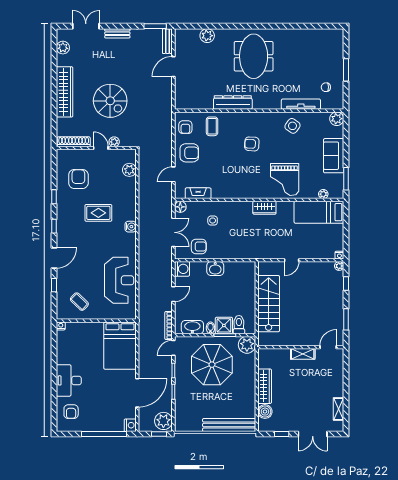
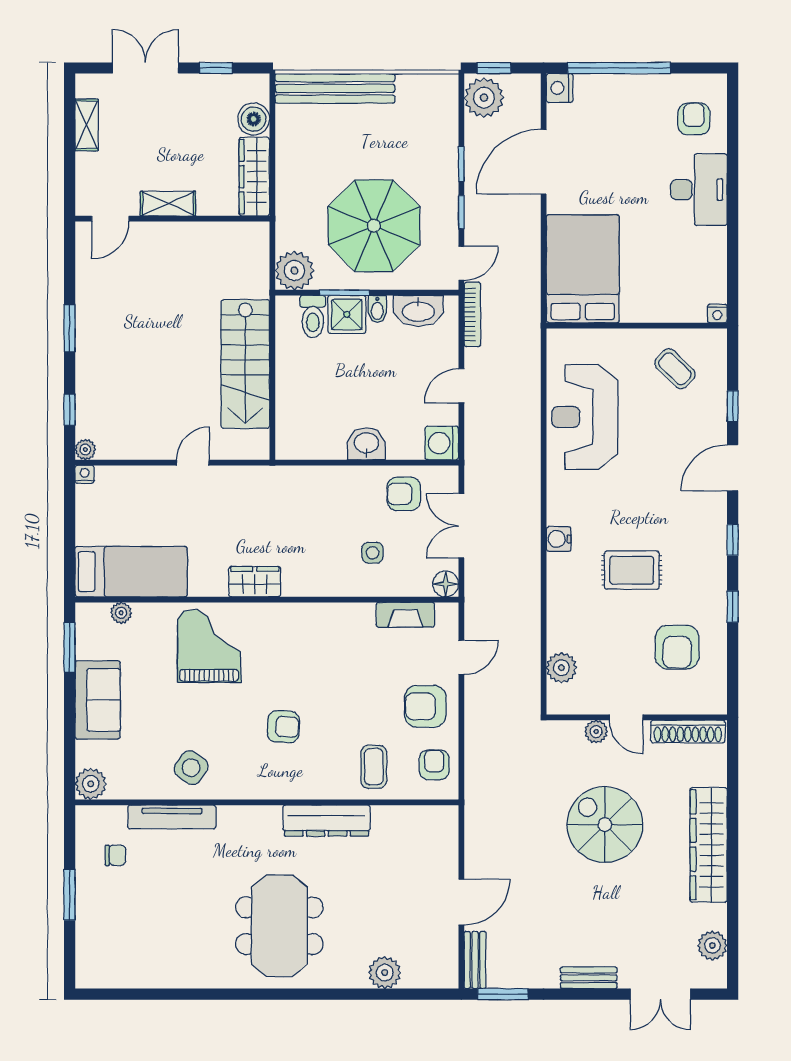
wall: (301, 347) -> (172, 219), moved
door: (328, 347) -> (110, 219), moved
shelving: (303, 354) -> (168, 204), moved

